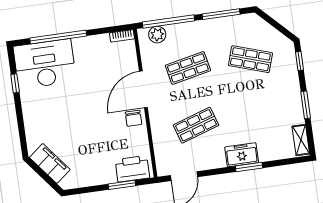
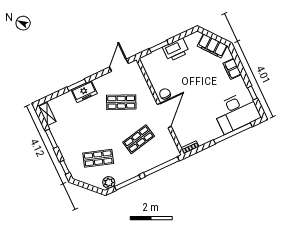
plant: (157, 35) -> (109, 182), moved
filing cabinet: (32, 124) -> (232, 69), added
shop shelf: (196, 125) -> (121, 102), turned 42
printer: (132, 169) -> (176, 50), moved

